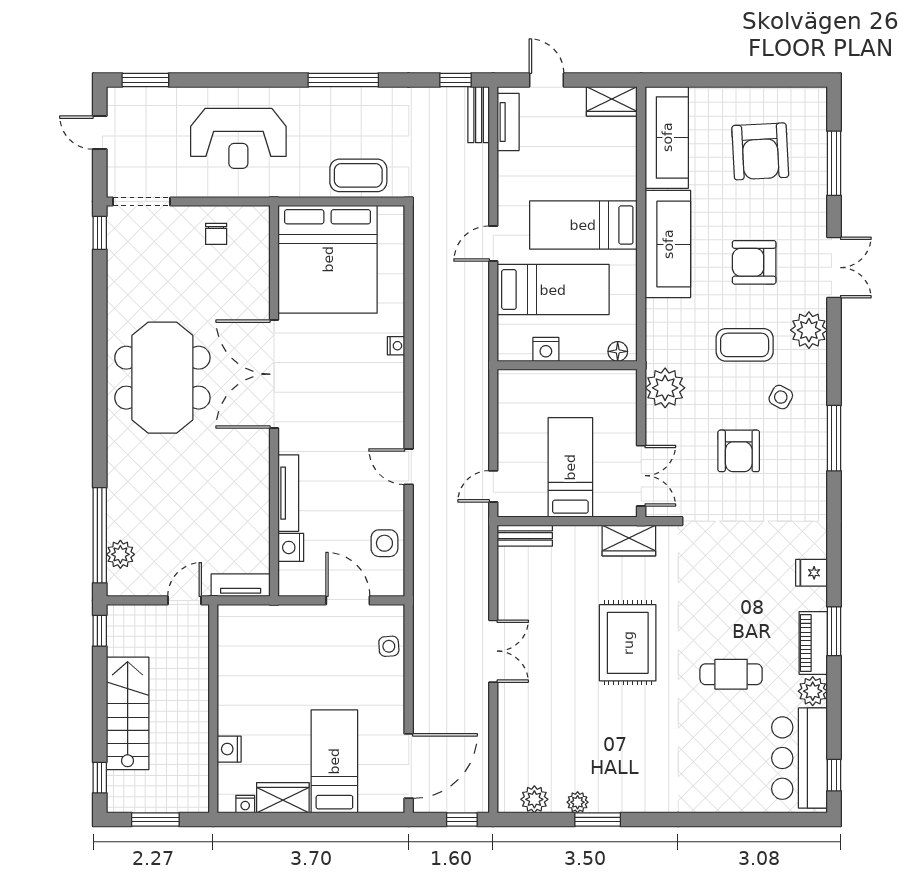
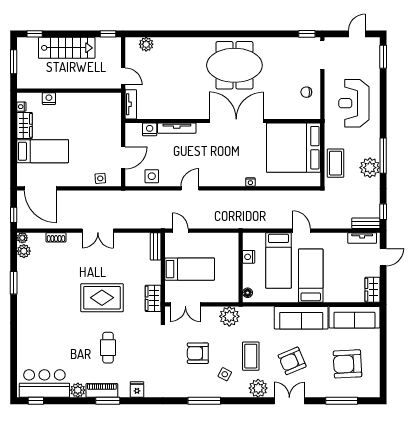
plant: (367, 107) -> (370, 168), added
armchair: (754, 262) -> (292, 361), turned -113
double door: (834, 268) -> (289, 401), swing flipped
window: (100, 535) -> (156, 34), removed
cafe table: (731, 674) -> (108, 348), moved
shoe rack: (507, 735) -> (56, 237), added
plant: (578, 802) -> (22, 238), moved

